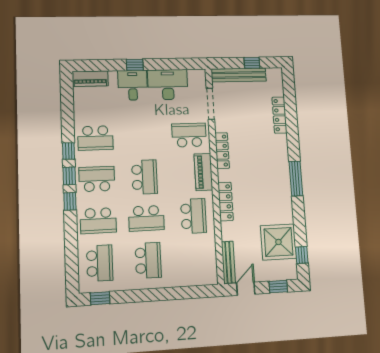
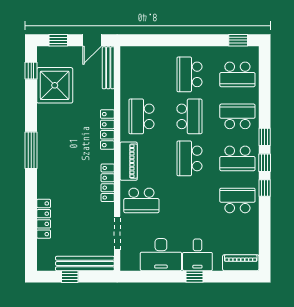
school desk: (146, 218) -> (189, 116), turned 90
school desk: (100, 263) -> (237, 74), turned -90

